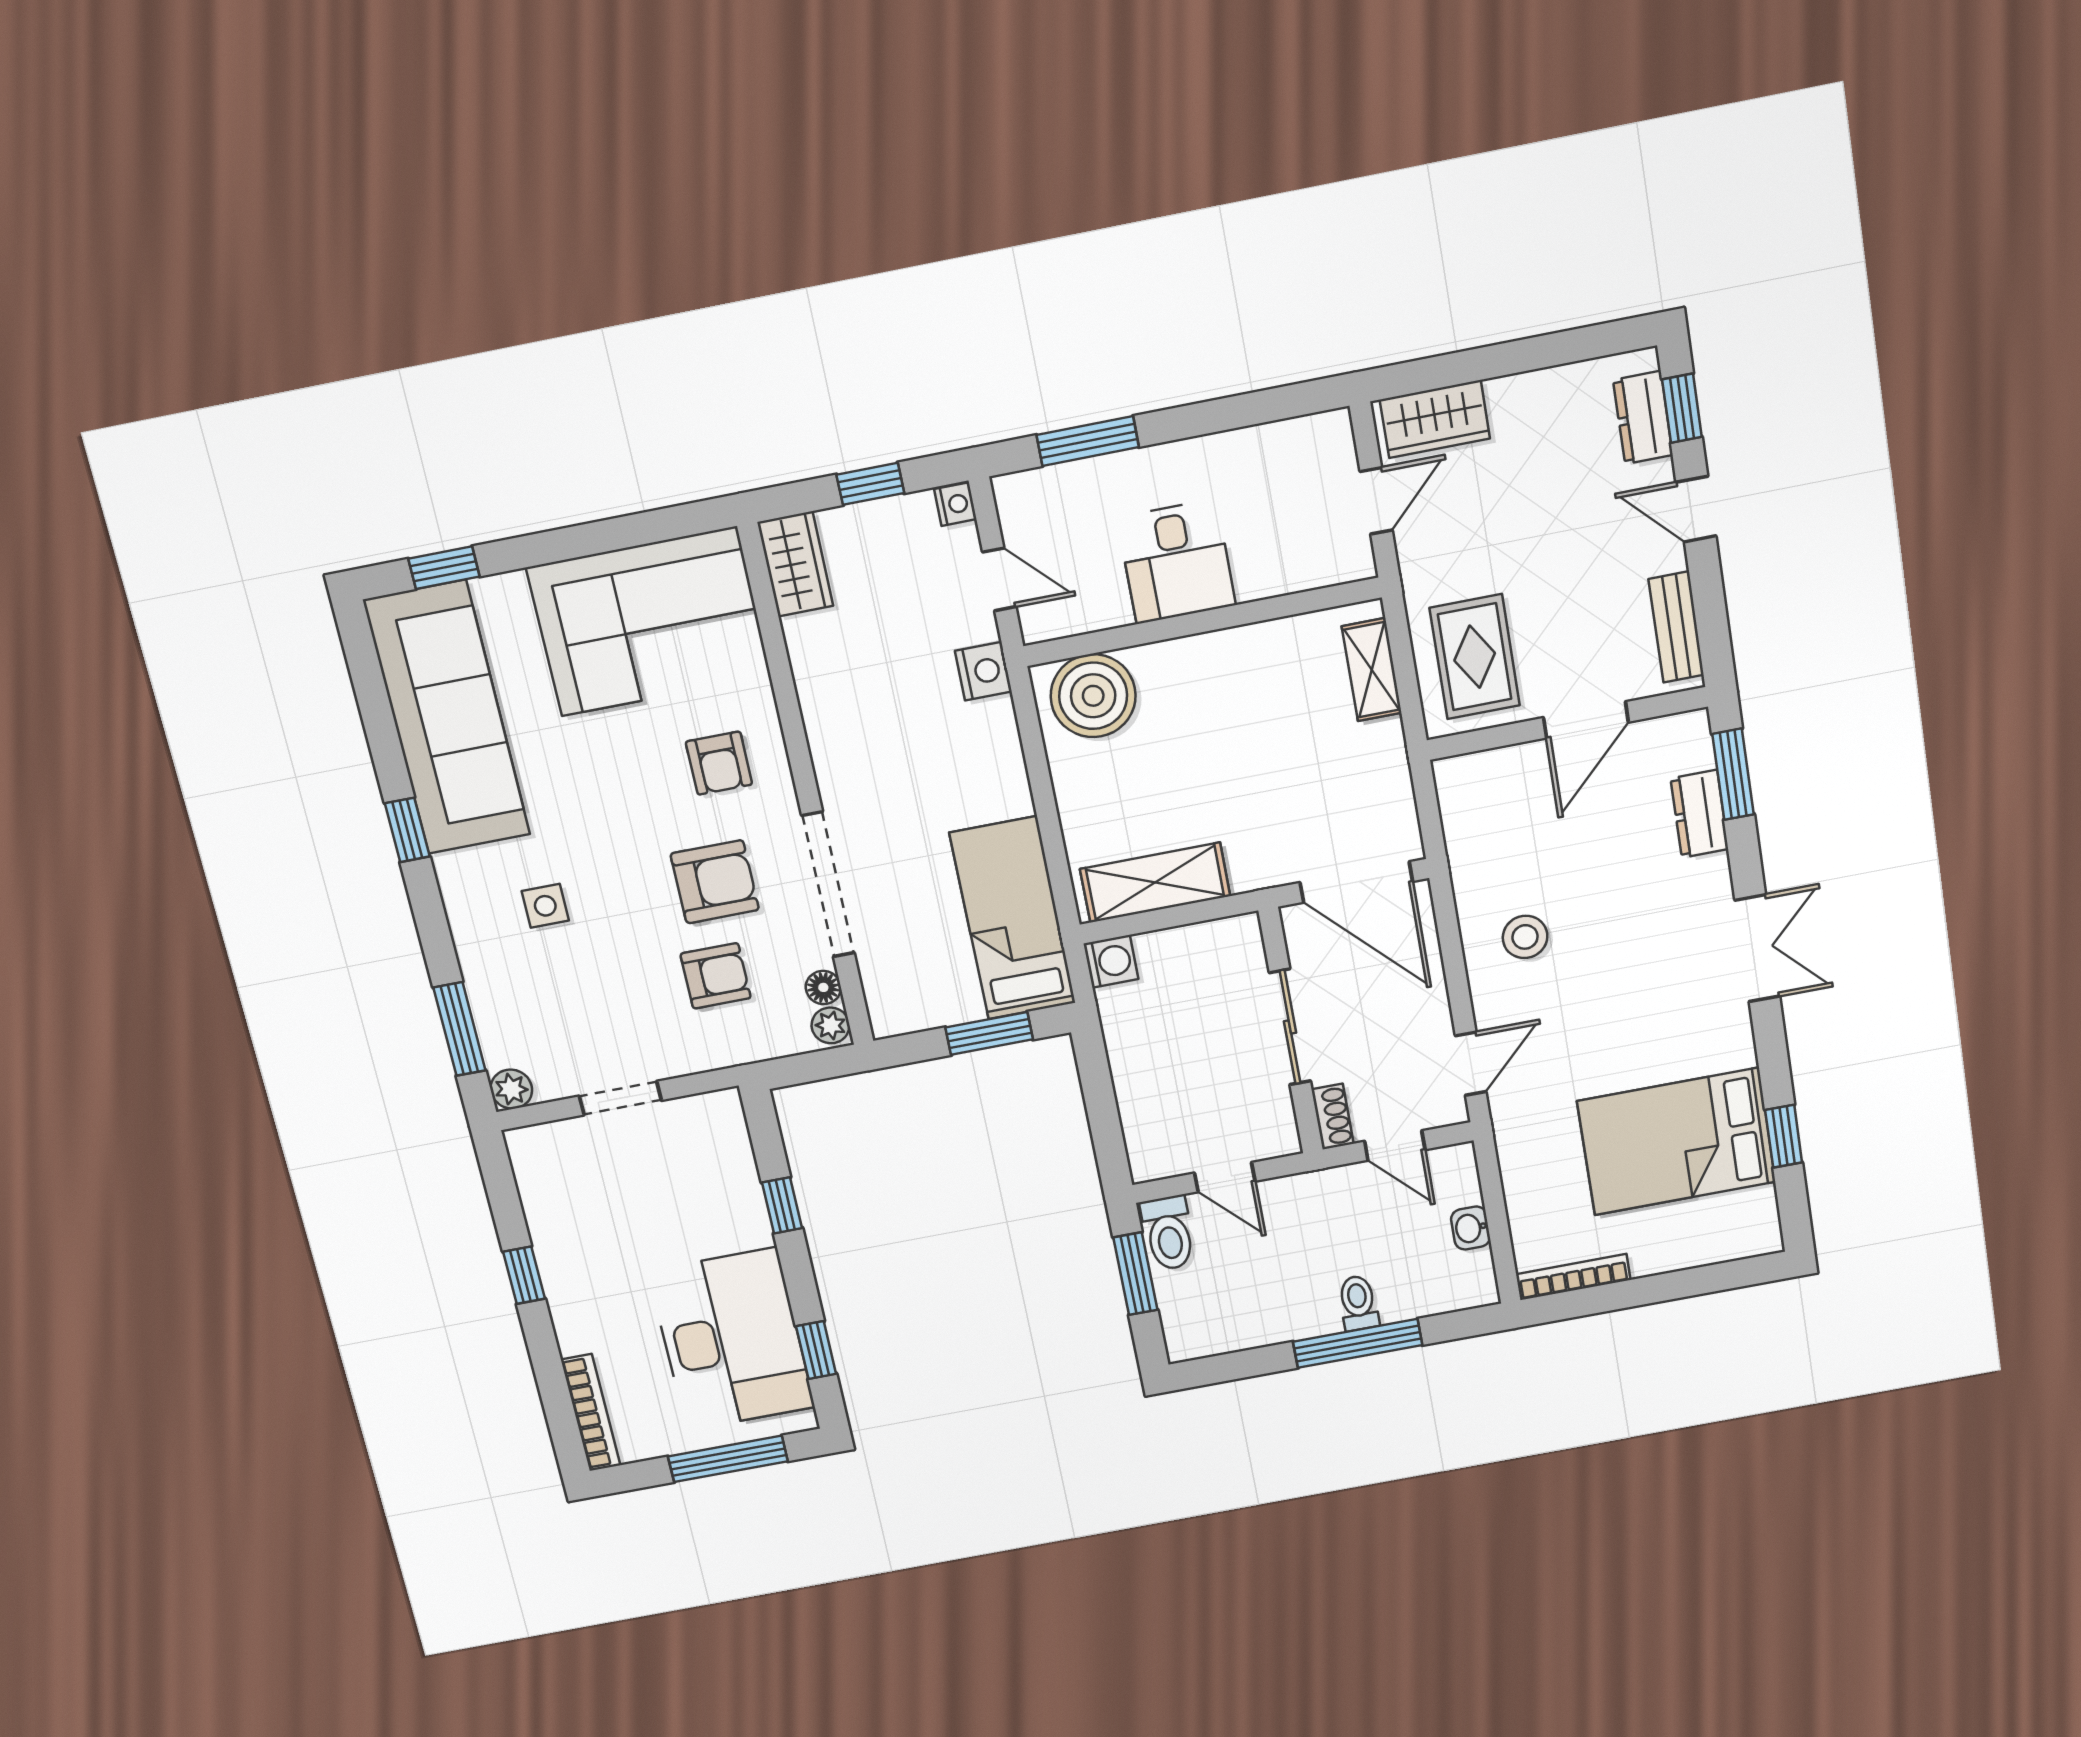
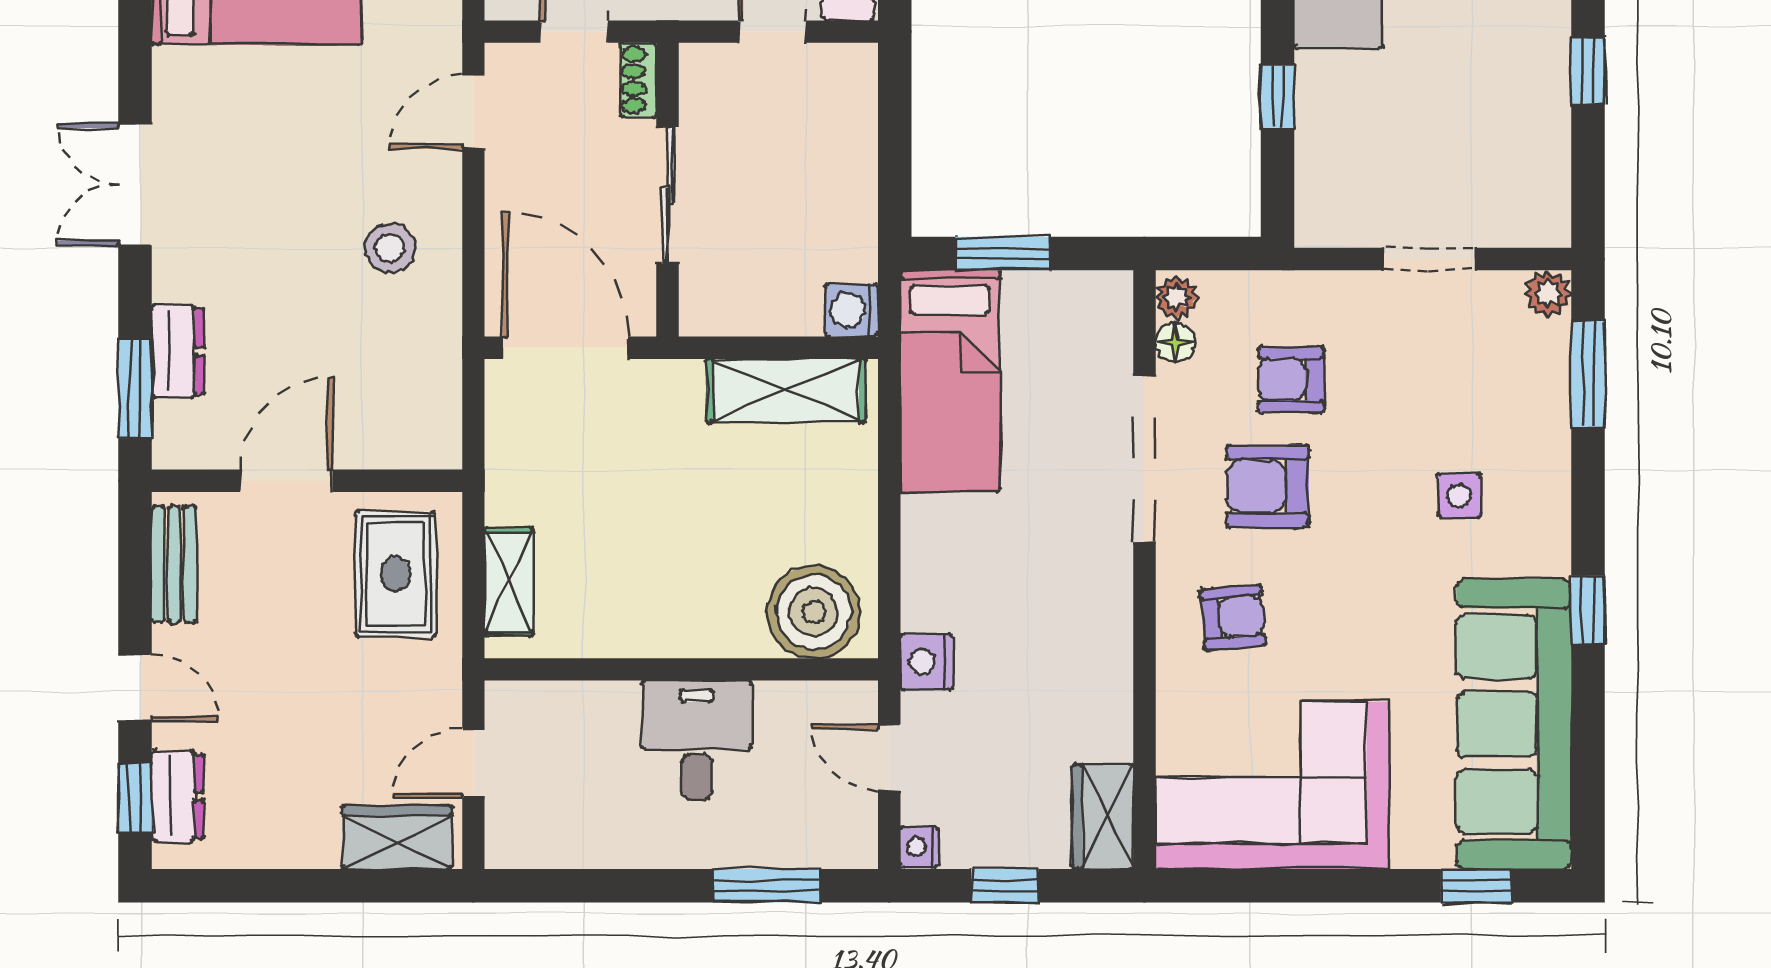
armchair: (719, 763) -> (1233, 617), turned 85

